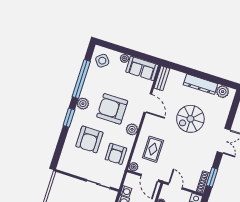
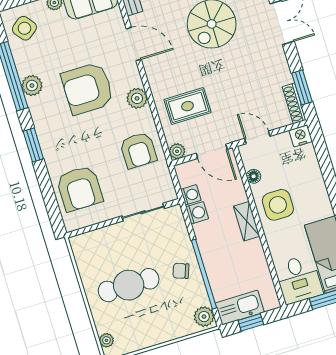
plant: (83, 104) -> (32, 86), moved
armchair: (89, 139) -> (80, 189), moved
rug: (153, 149) -> (187, 106), turned 90

